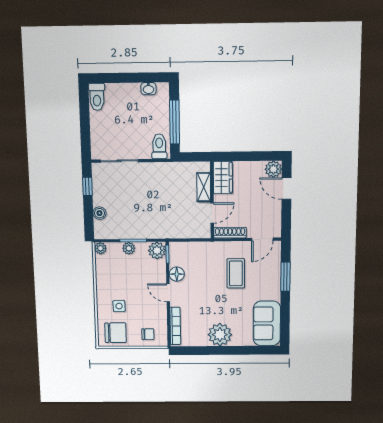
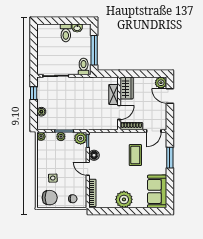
toilet: (97, 97) -> (66, 33), moved

